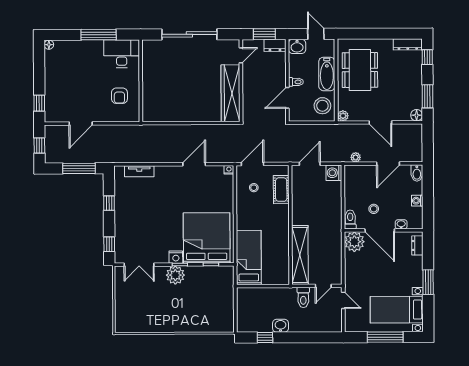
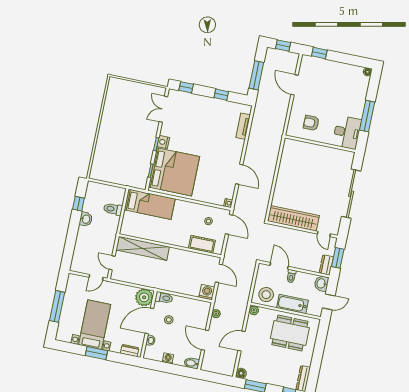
plant: (175, 275) -> (148, 138), removed
toilet: (303, 297) -> (113, 209), moved
bed with nightstands: (397, 310) -> (95, 325), moved

